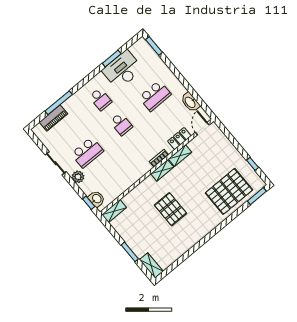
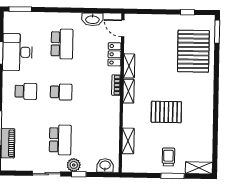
window: (89, 203) -> (79, 174), moved
shelving: (114, 211) -> (128, 141), moved
trolley: (141, 238) -> (168, 157), added

